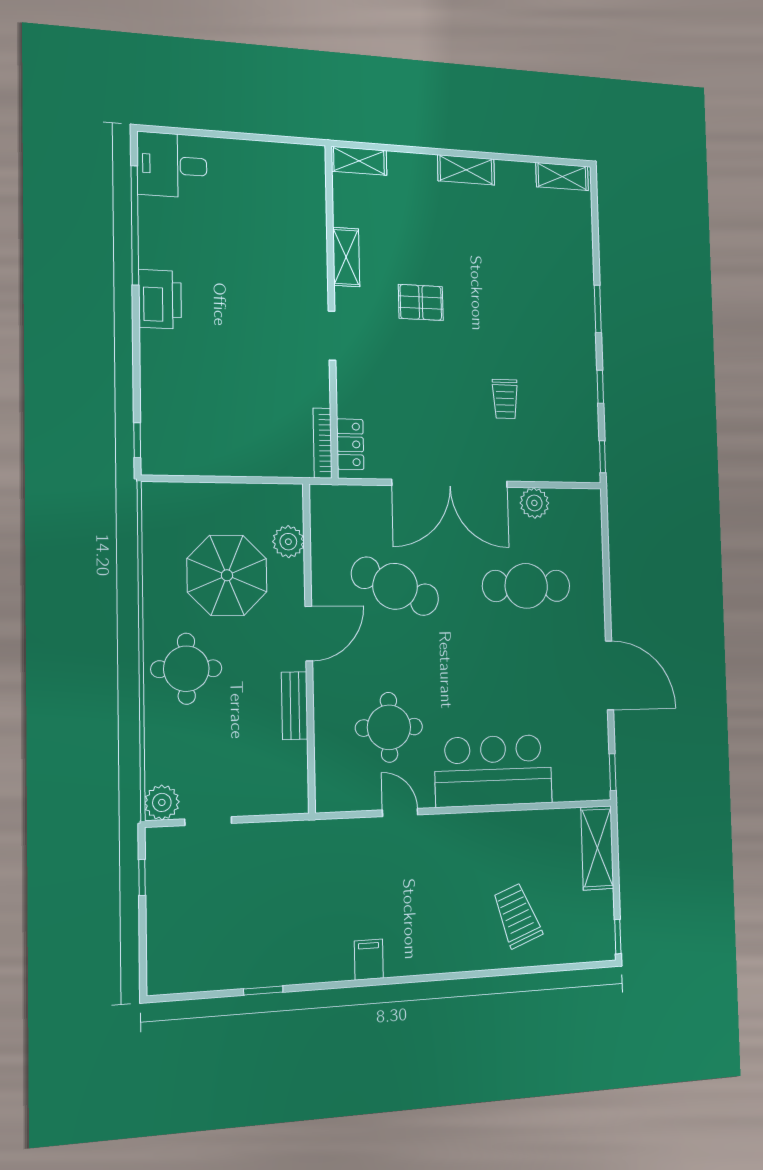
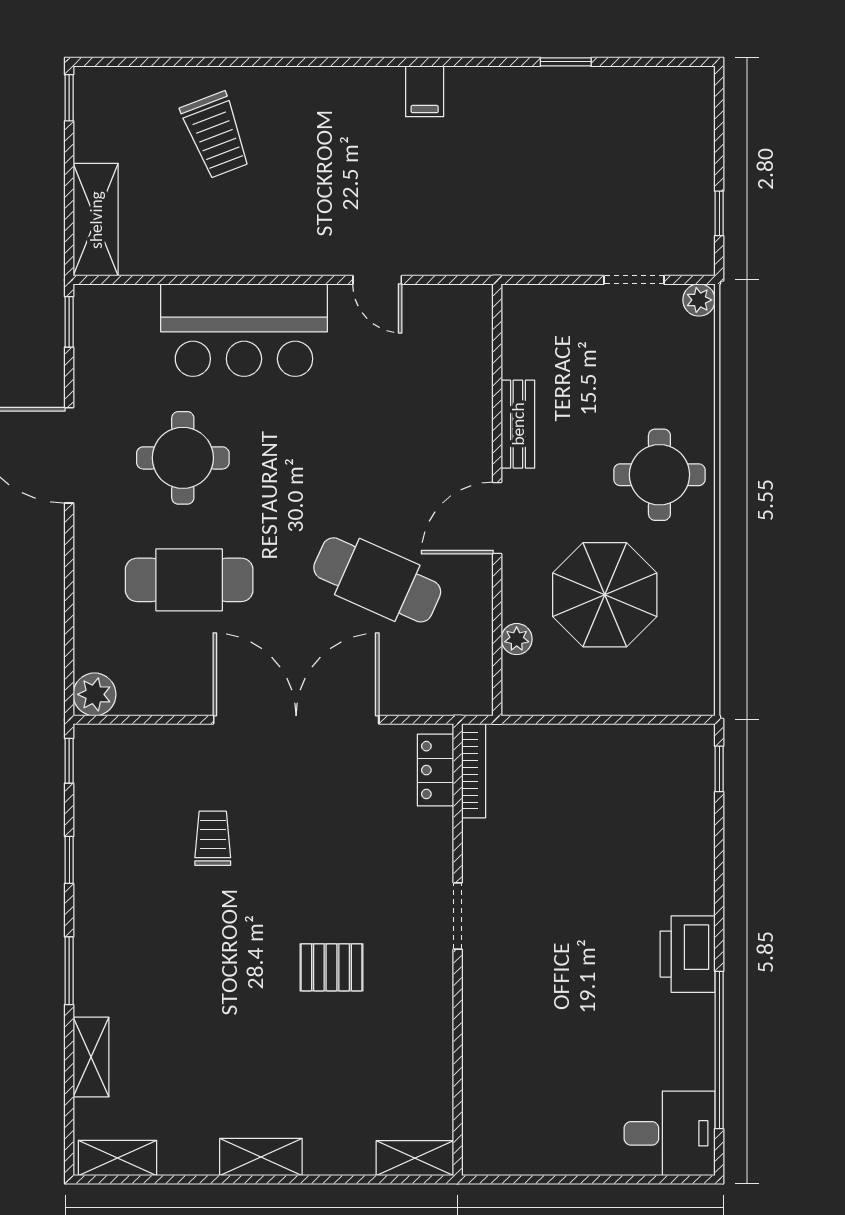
shelving: (346, 257) -> (91, 1057), moved
plant: (534, 503) -> (95, 694), moved
plant: (288, 542) -> (517, 639), width x0.73, depth x0.73
round table: (389, 727) -> (183, 458), moved
plant: (162, 802) -> (699, 300), width x0.73, depth x0.73

